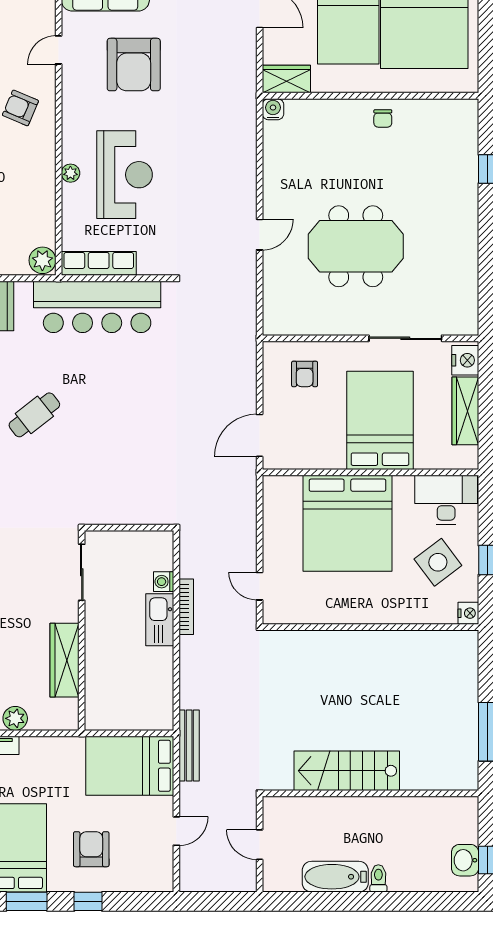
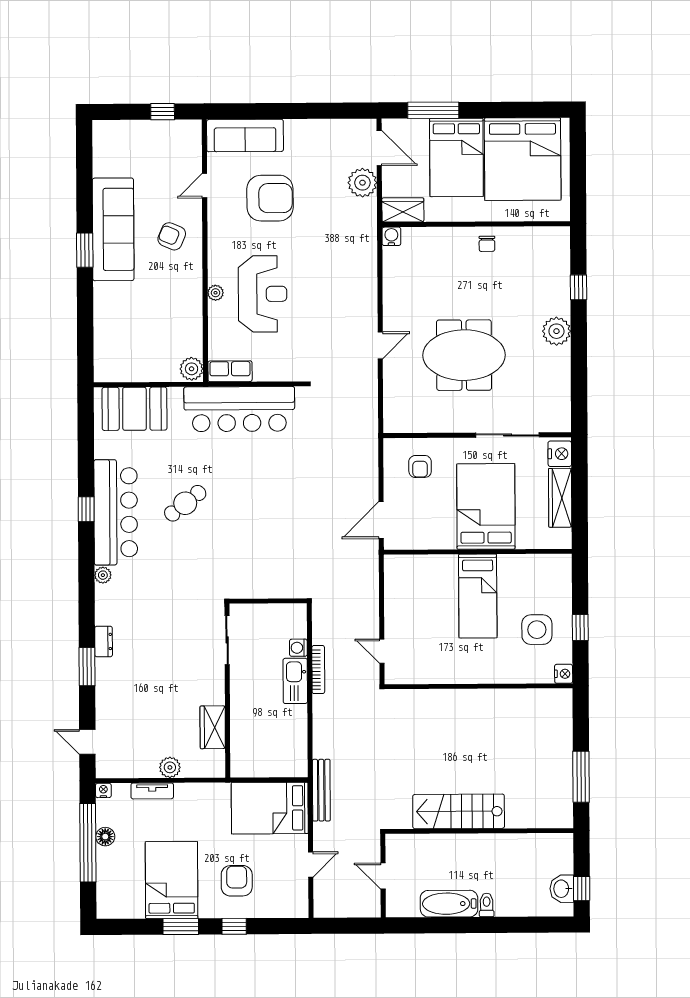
plant: (240, 47) -> (362, 183), added
armchair: (134, 65) -> (270, 198), turned -90
plant: (462, 219) -> (556, 331), added
row of seats: (99, 263) -> (230, 371), width x0.68
desk: (446, 500) -> (544, 575), removed
bed: (347, 523) -> (478, 596), width x0.49
side table: (438, 562) -> (537, 630), turned 37
wardrobe: (65, 660) -> (213, 727), width x0.67

